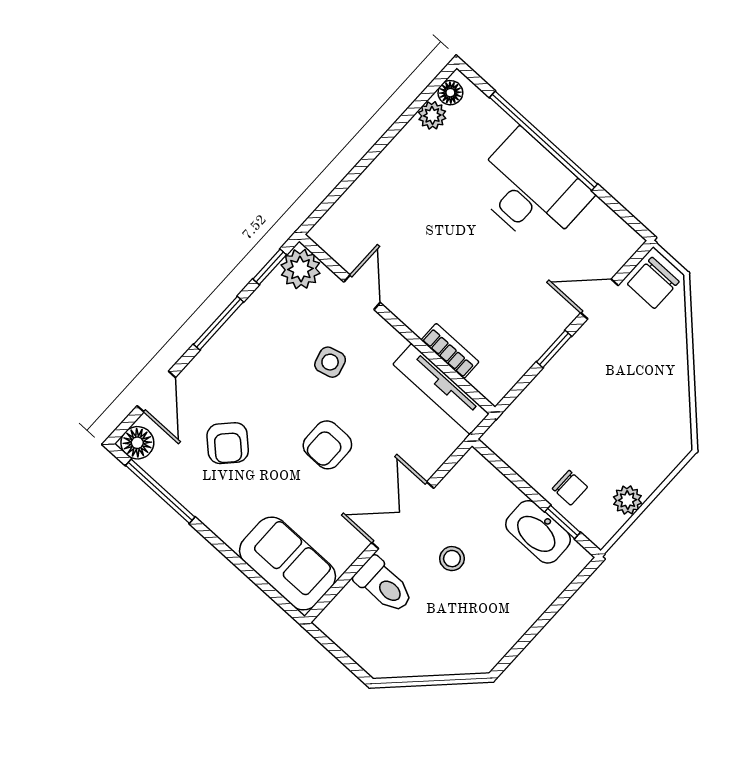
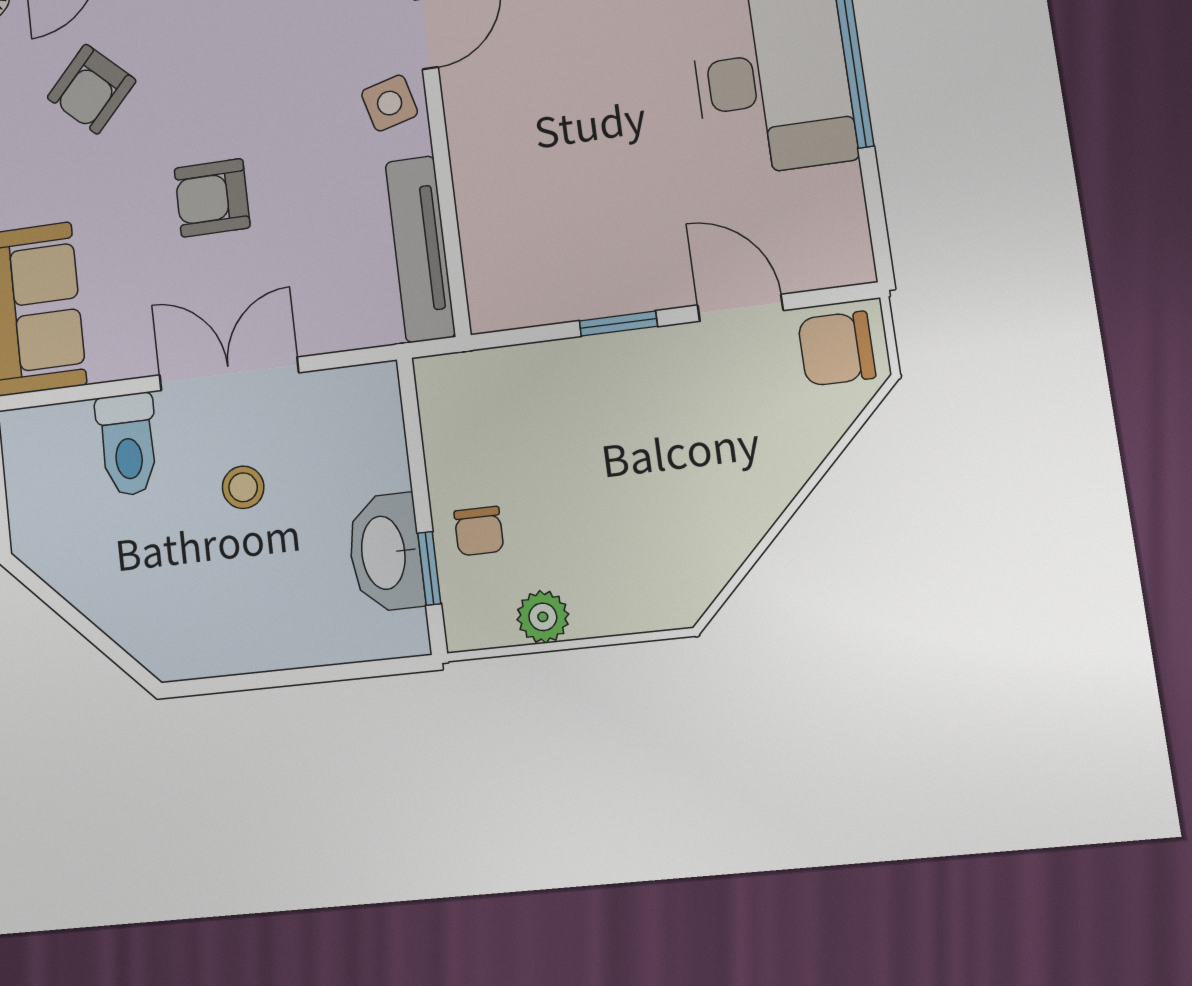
bookcase: (450, 351) -> (475, 208), removed
side table: (330, 362) -> (390, 103), moved

